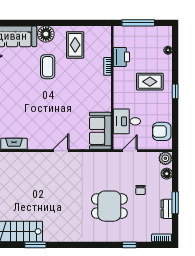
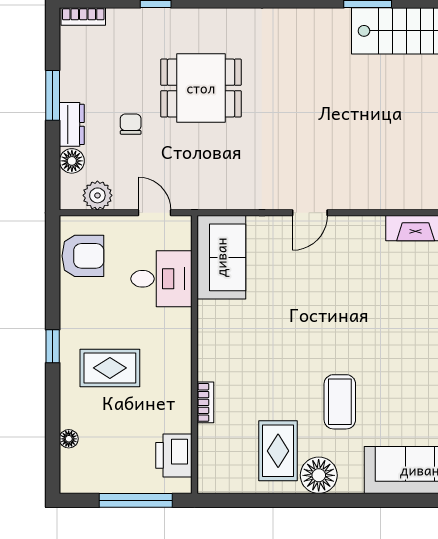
floor lamp: (46, 34) -> (319, 475), moved
printer: (121, 57) -> (174, 455), moved
door: (130, 151) -> (155, 213), swing flipped
plant: (165, 158) -> (97, 195), moved
dresser: (167, 209) -> (72, 124), moved

